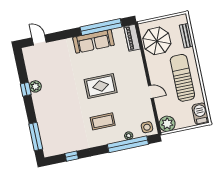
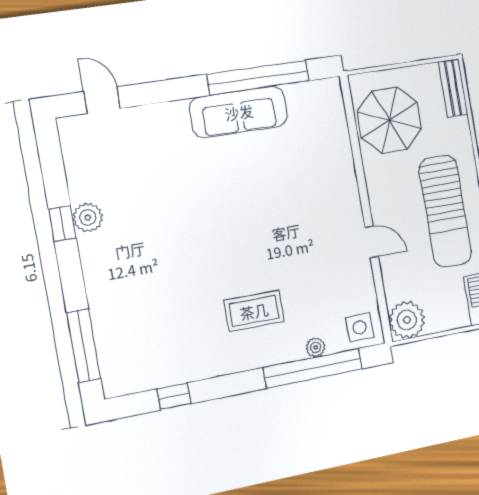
bench: (186, 36) -> (453, 88), moved
piano: (132, 38) -> (332, 109), removed
sun lounger: (182, 78) -> (445, 211), turned 180
rug: (101, 86) -> (252, 223), removed

